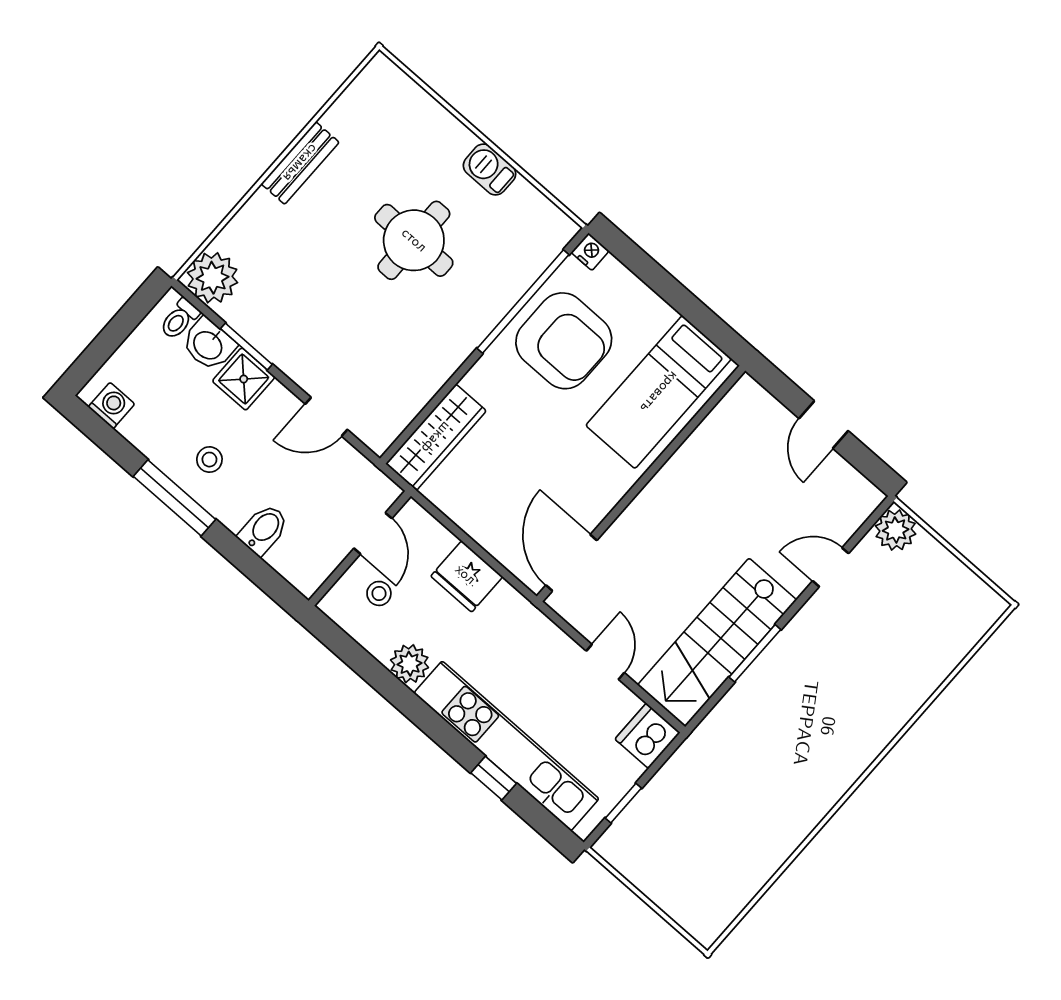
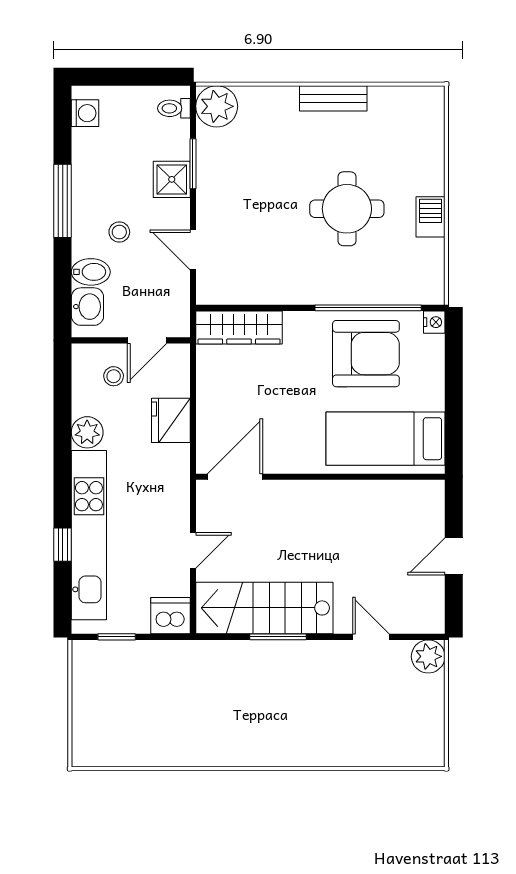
armchair: (564, 341) -> (366, 354), turned -90
washbasin: (208, 344) -> (87, 307), moved, turned 180
stool: (209, 460) -> (119, 232), moved

